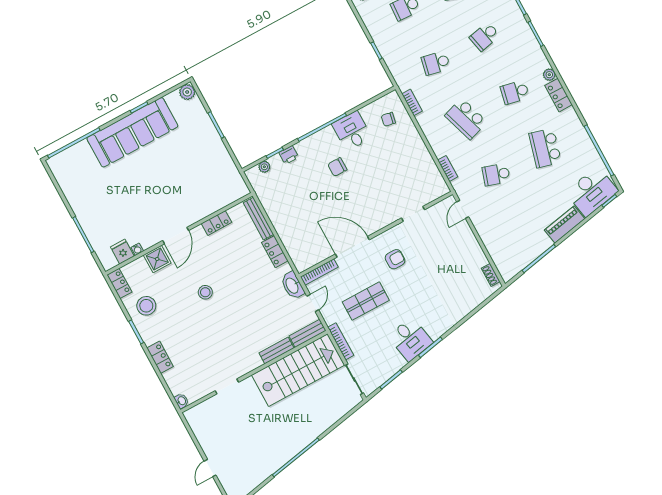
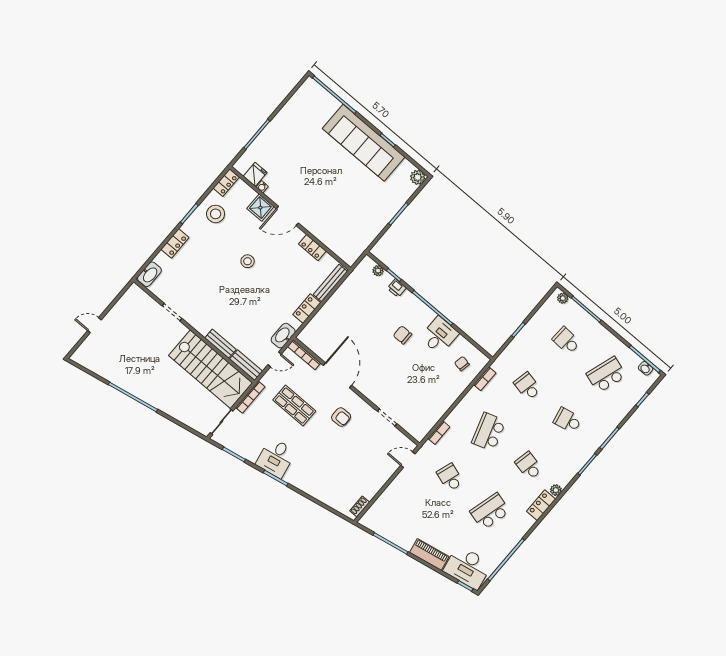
washbasin: (182, 401) -> (149, 274), width x1.91, depth x1.45

